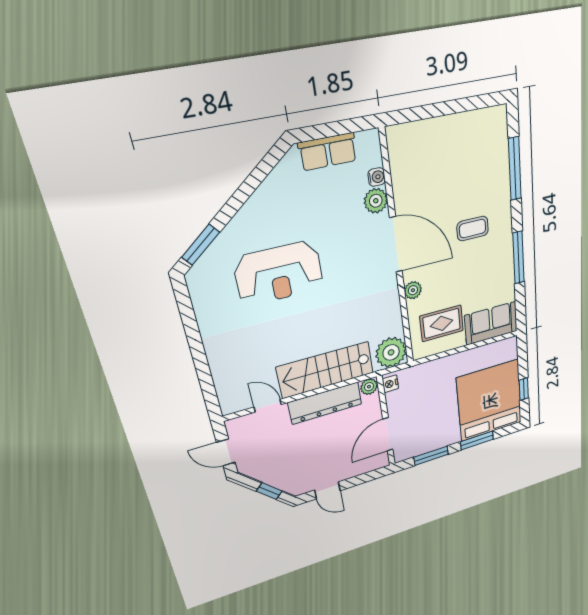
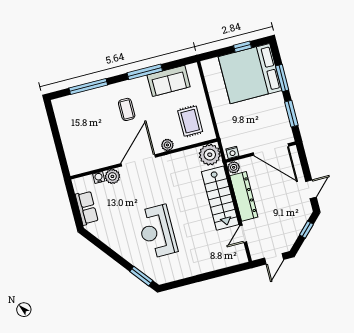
reception desk: (279, 273) -> (157, 232), turned 180
sofa: (491, 323) -> (169, 81), moved, turned -90
door: (388, 434) -> (271, 149), width x1.36

